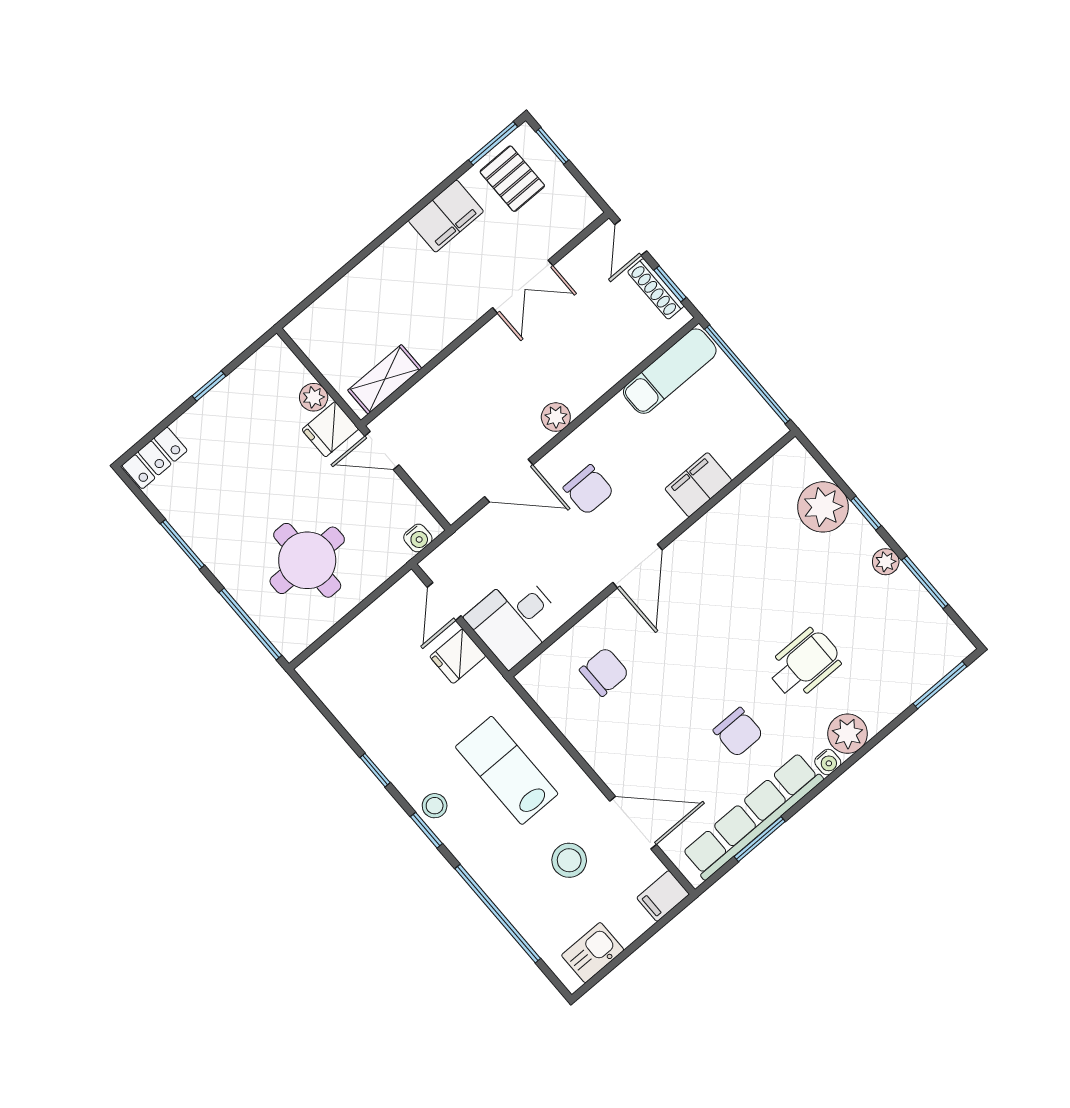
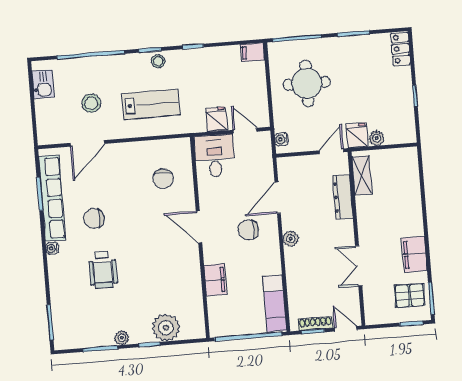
dresser: (438, 385) -> (343, 197), added
plant: (848, 734) -> (58, 266), removed
filing cabinet: (663, 896) -> (252, 52), moved, turned -90

